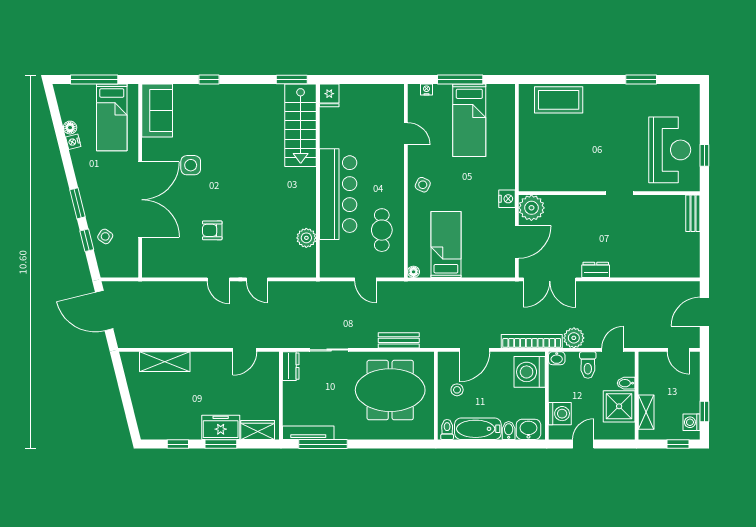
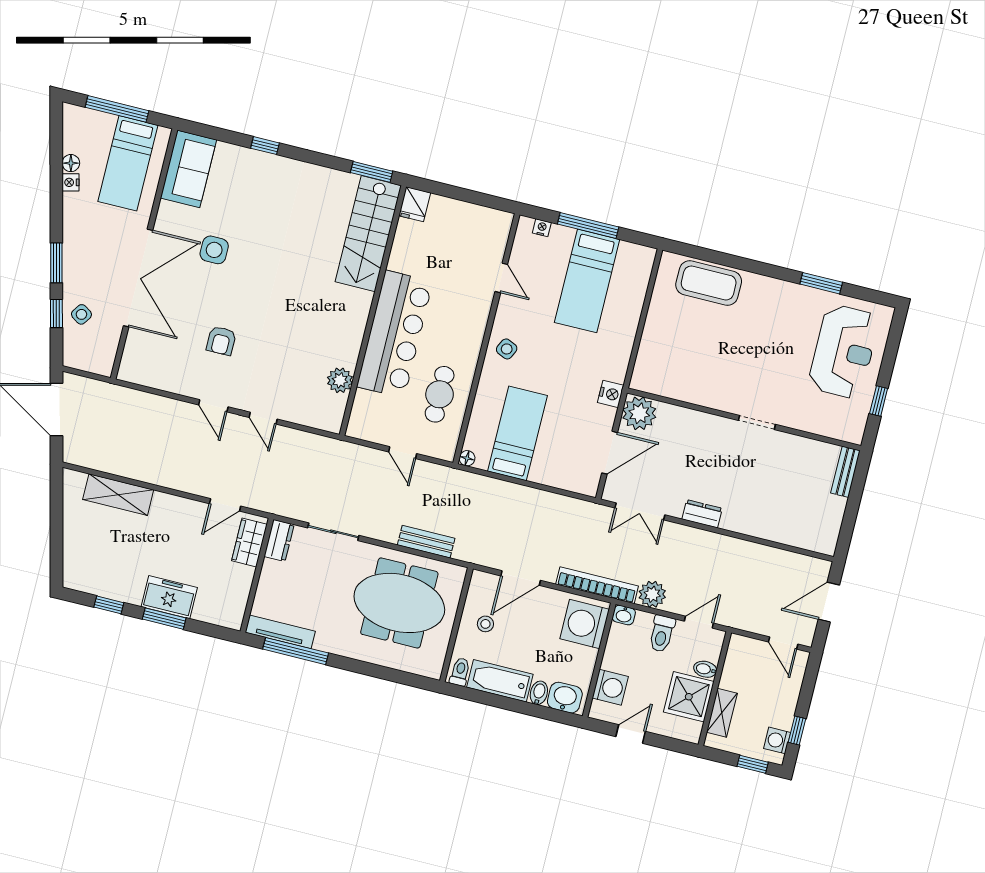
reception desk: (670, 150) -> (844, 351), moved
armchair: (212, 230) -> (221, 341), turned -90
double door: (550, 279) -> (640, 511), width x0.73
wardrobe: (258, 430) -> (249, 543), moved, turned -90

